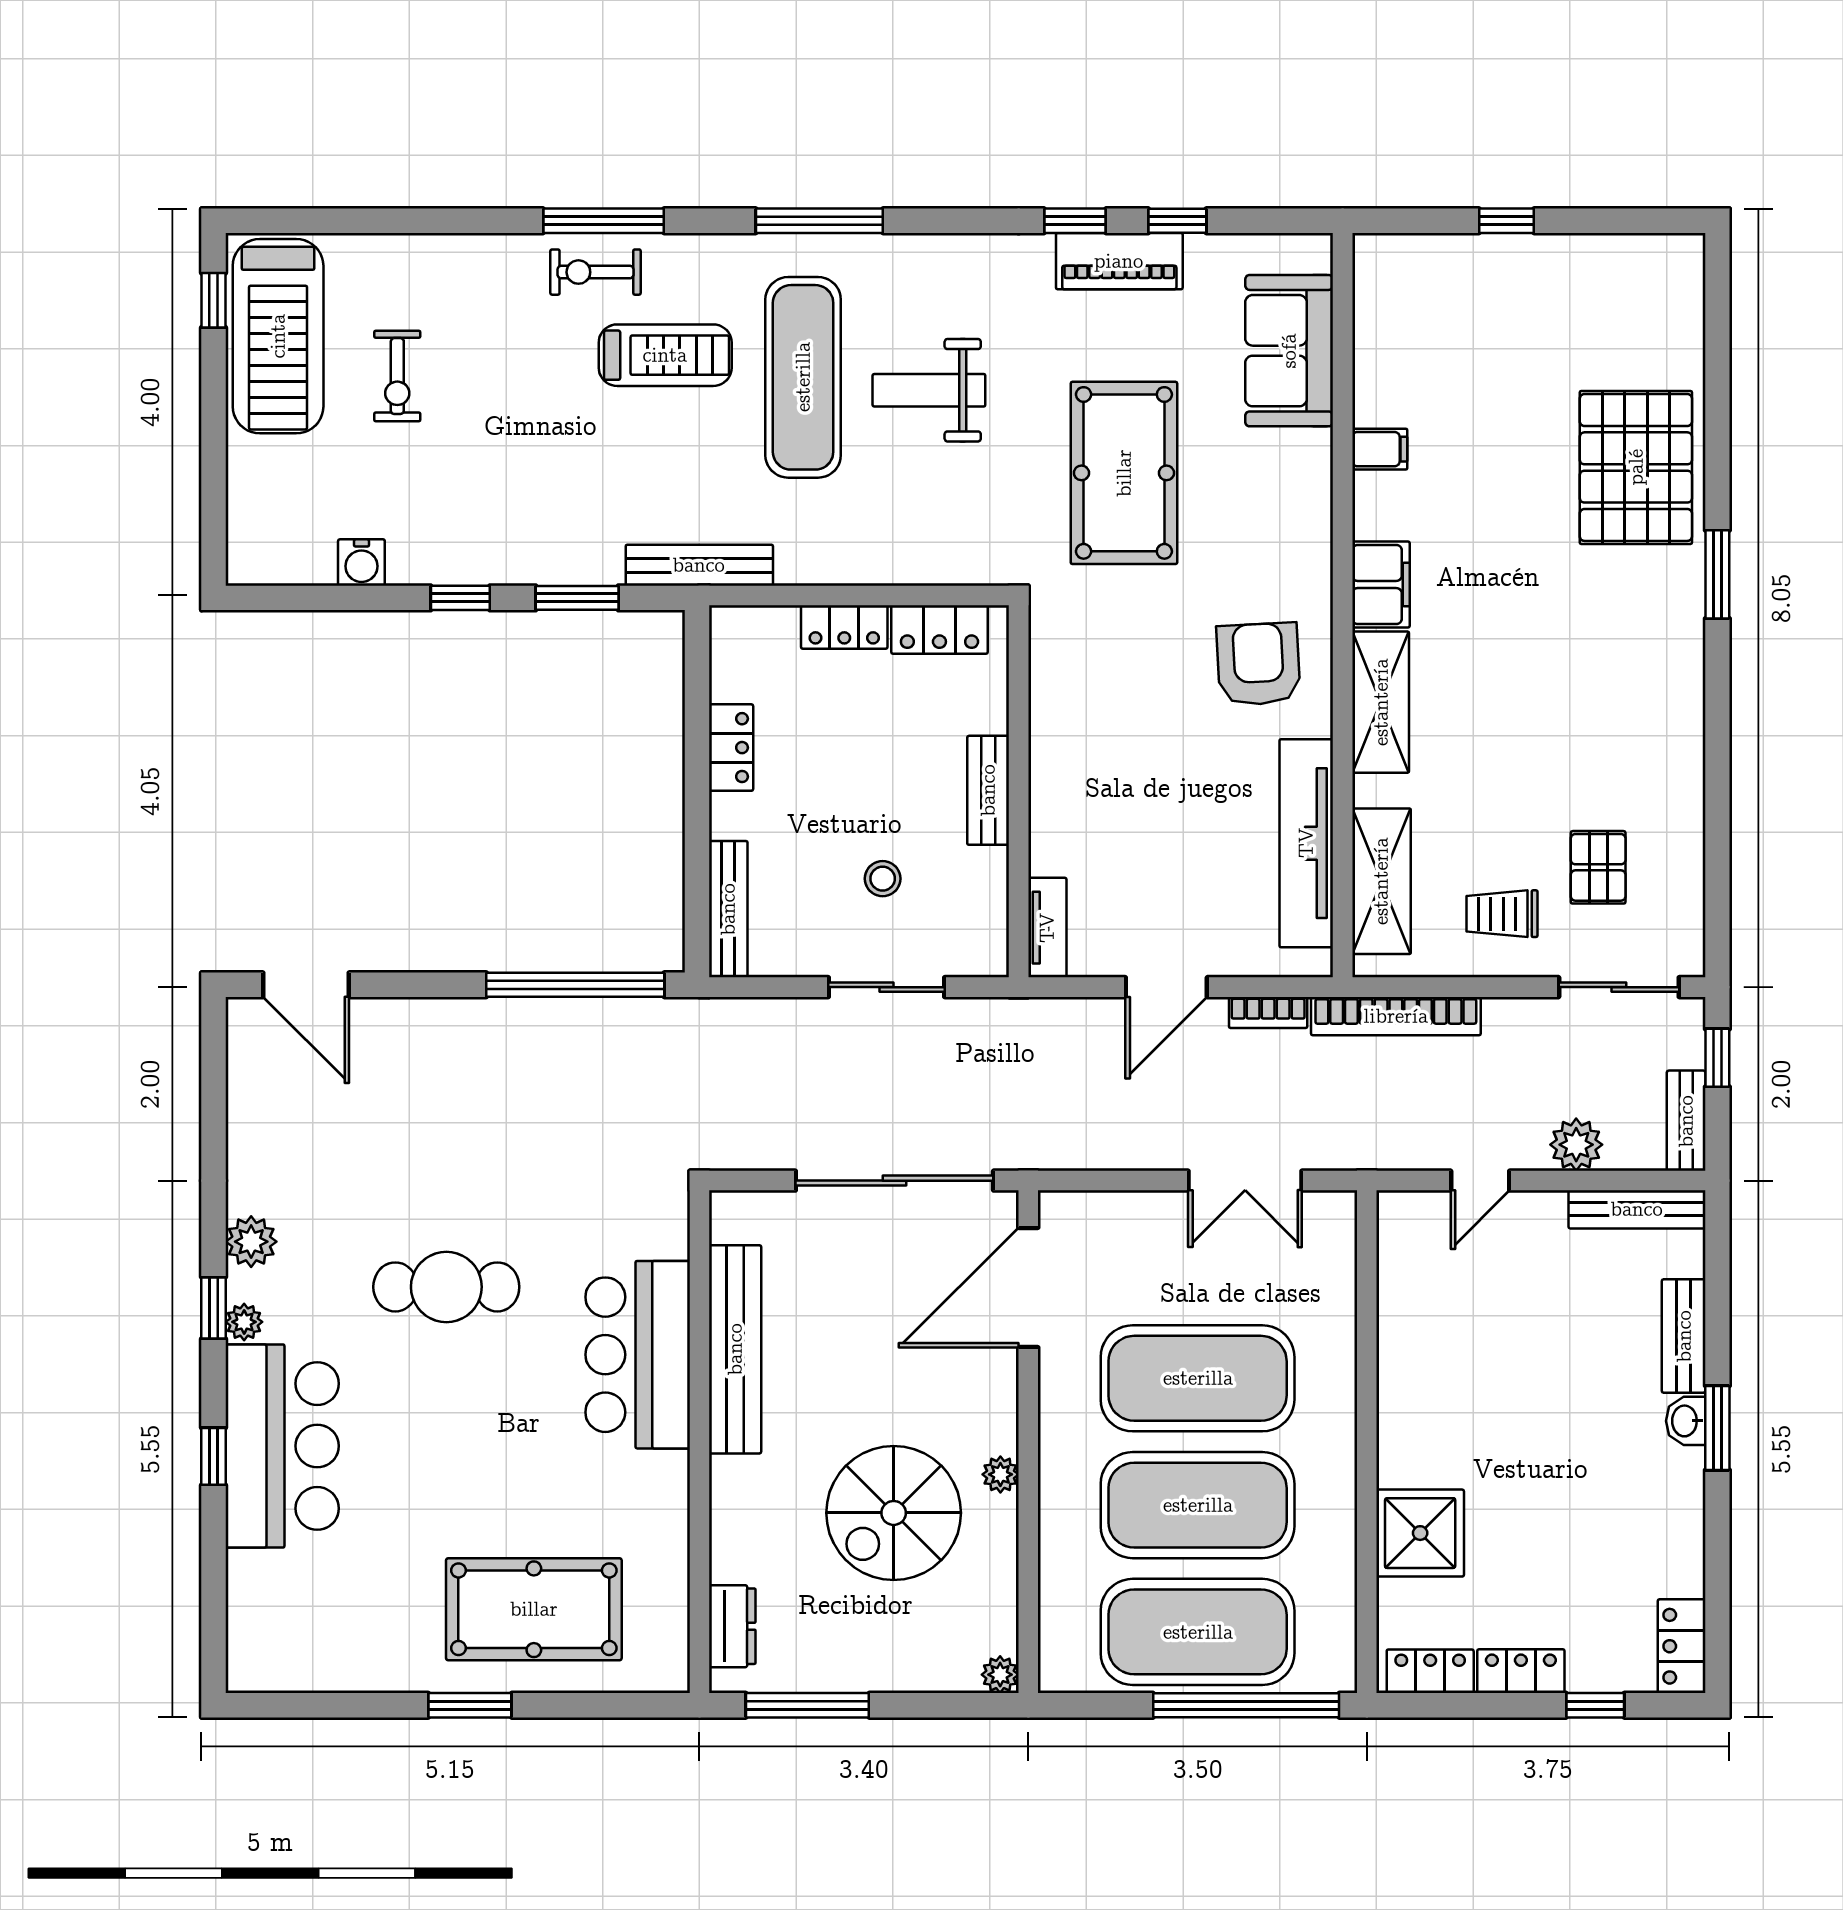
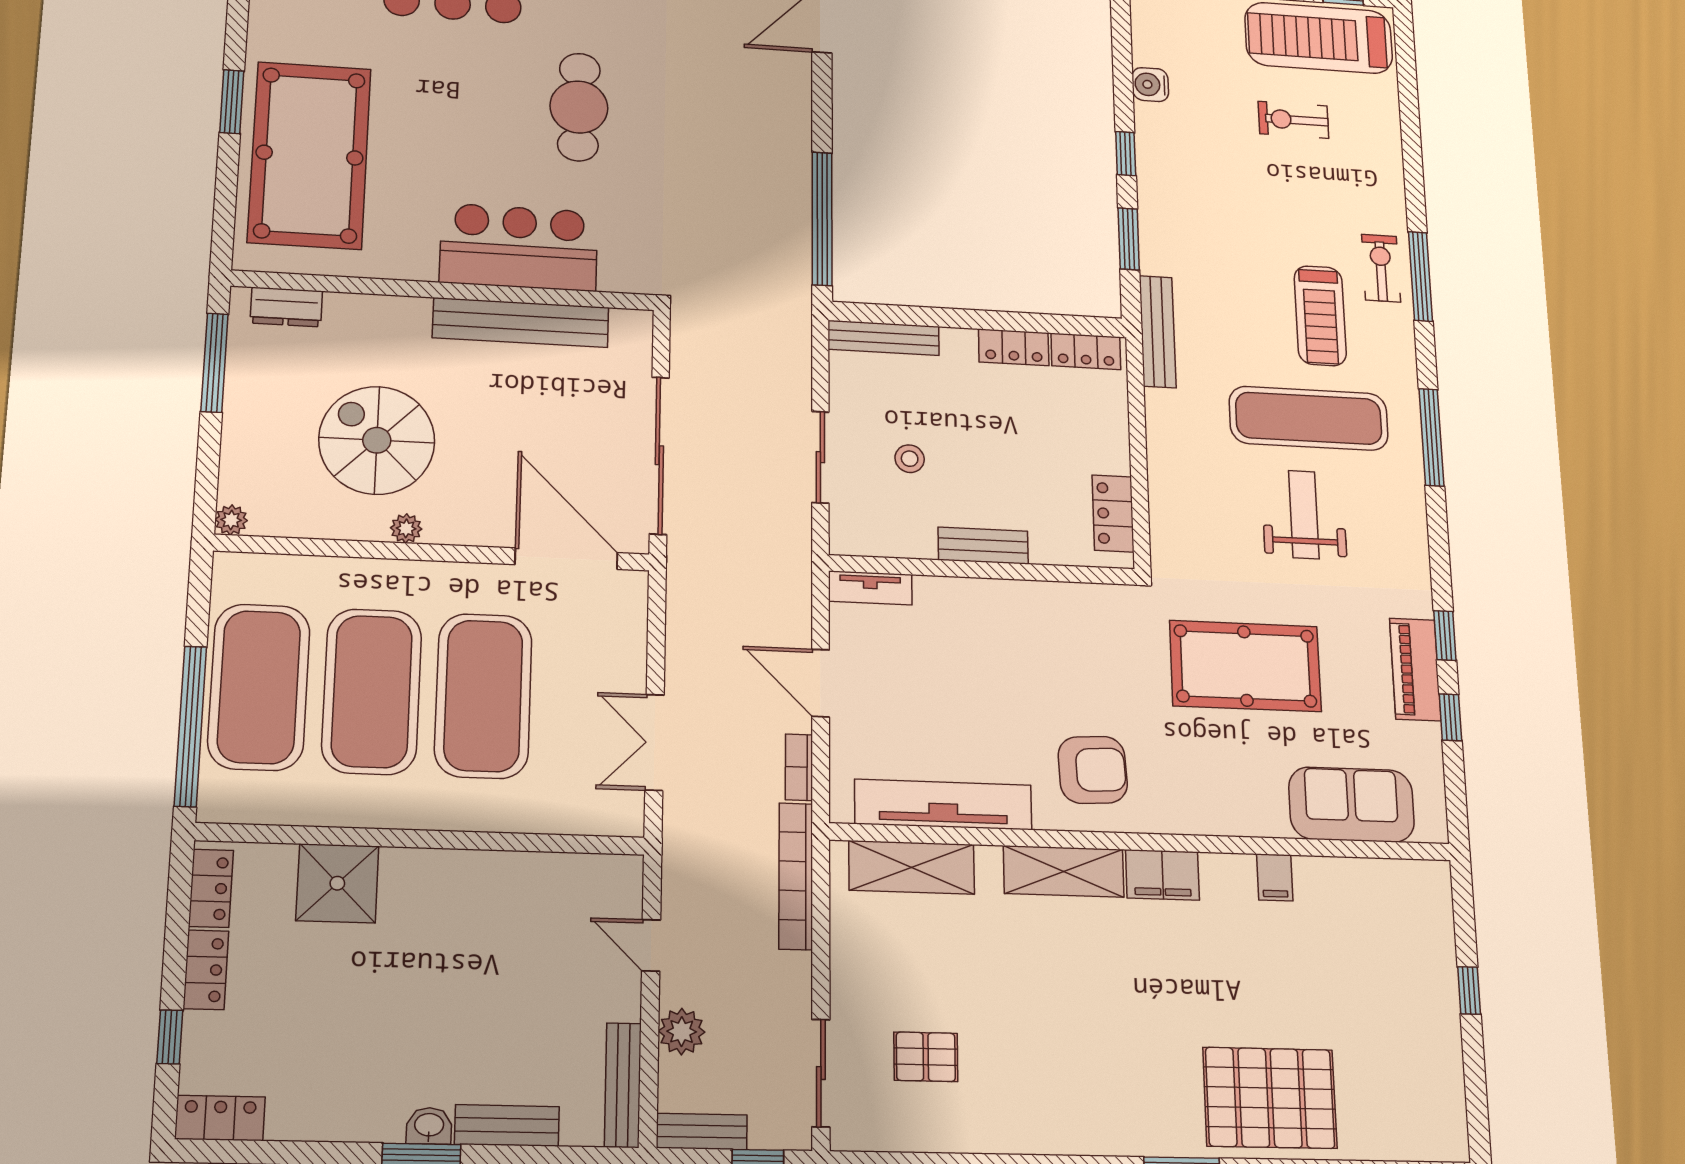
locker: (844, 627) -> (1086, 351), moved, turned -90
trolley: (1502, 914) -> (885, 971), removed
pool table: (534, 1609) -> (310, 155), width x1.36, depth x1.32

